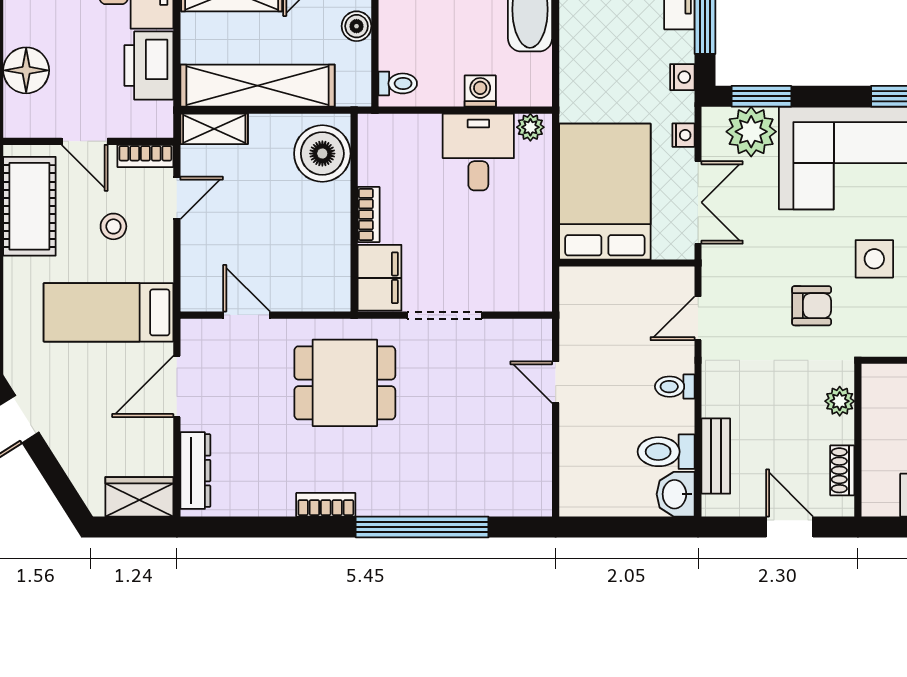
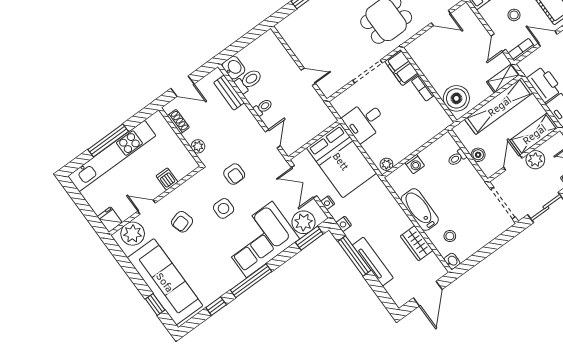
toilet: (398, 83) -> (457, 158), moved
desk: (478, 152) -> (364, 121), moved, turned 90
armchair: (812, 306) -> (234, 174), turned -90

